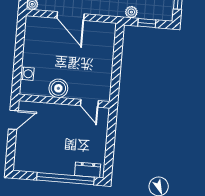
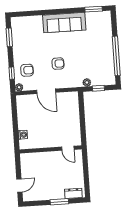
boiler: (58, 88) -> (45, 141), removed
door: (13, 120) -> (19, 186), moved
window: (65, 179) -> (59, 202), width x0.47

